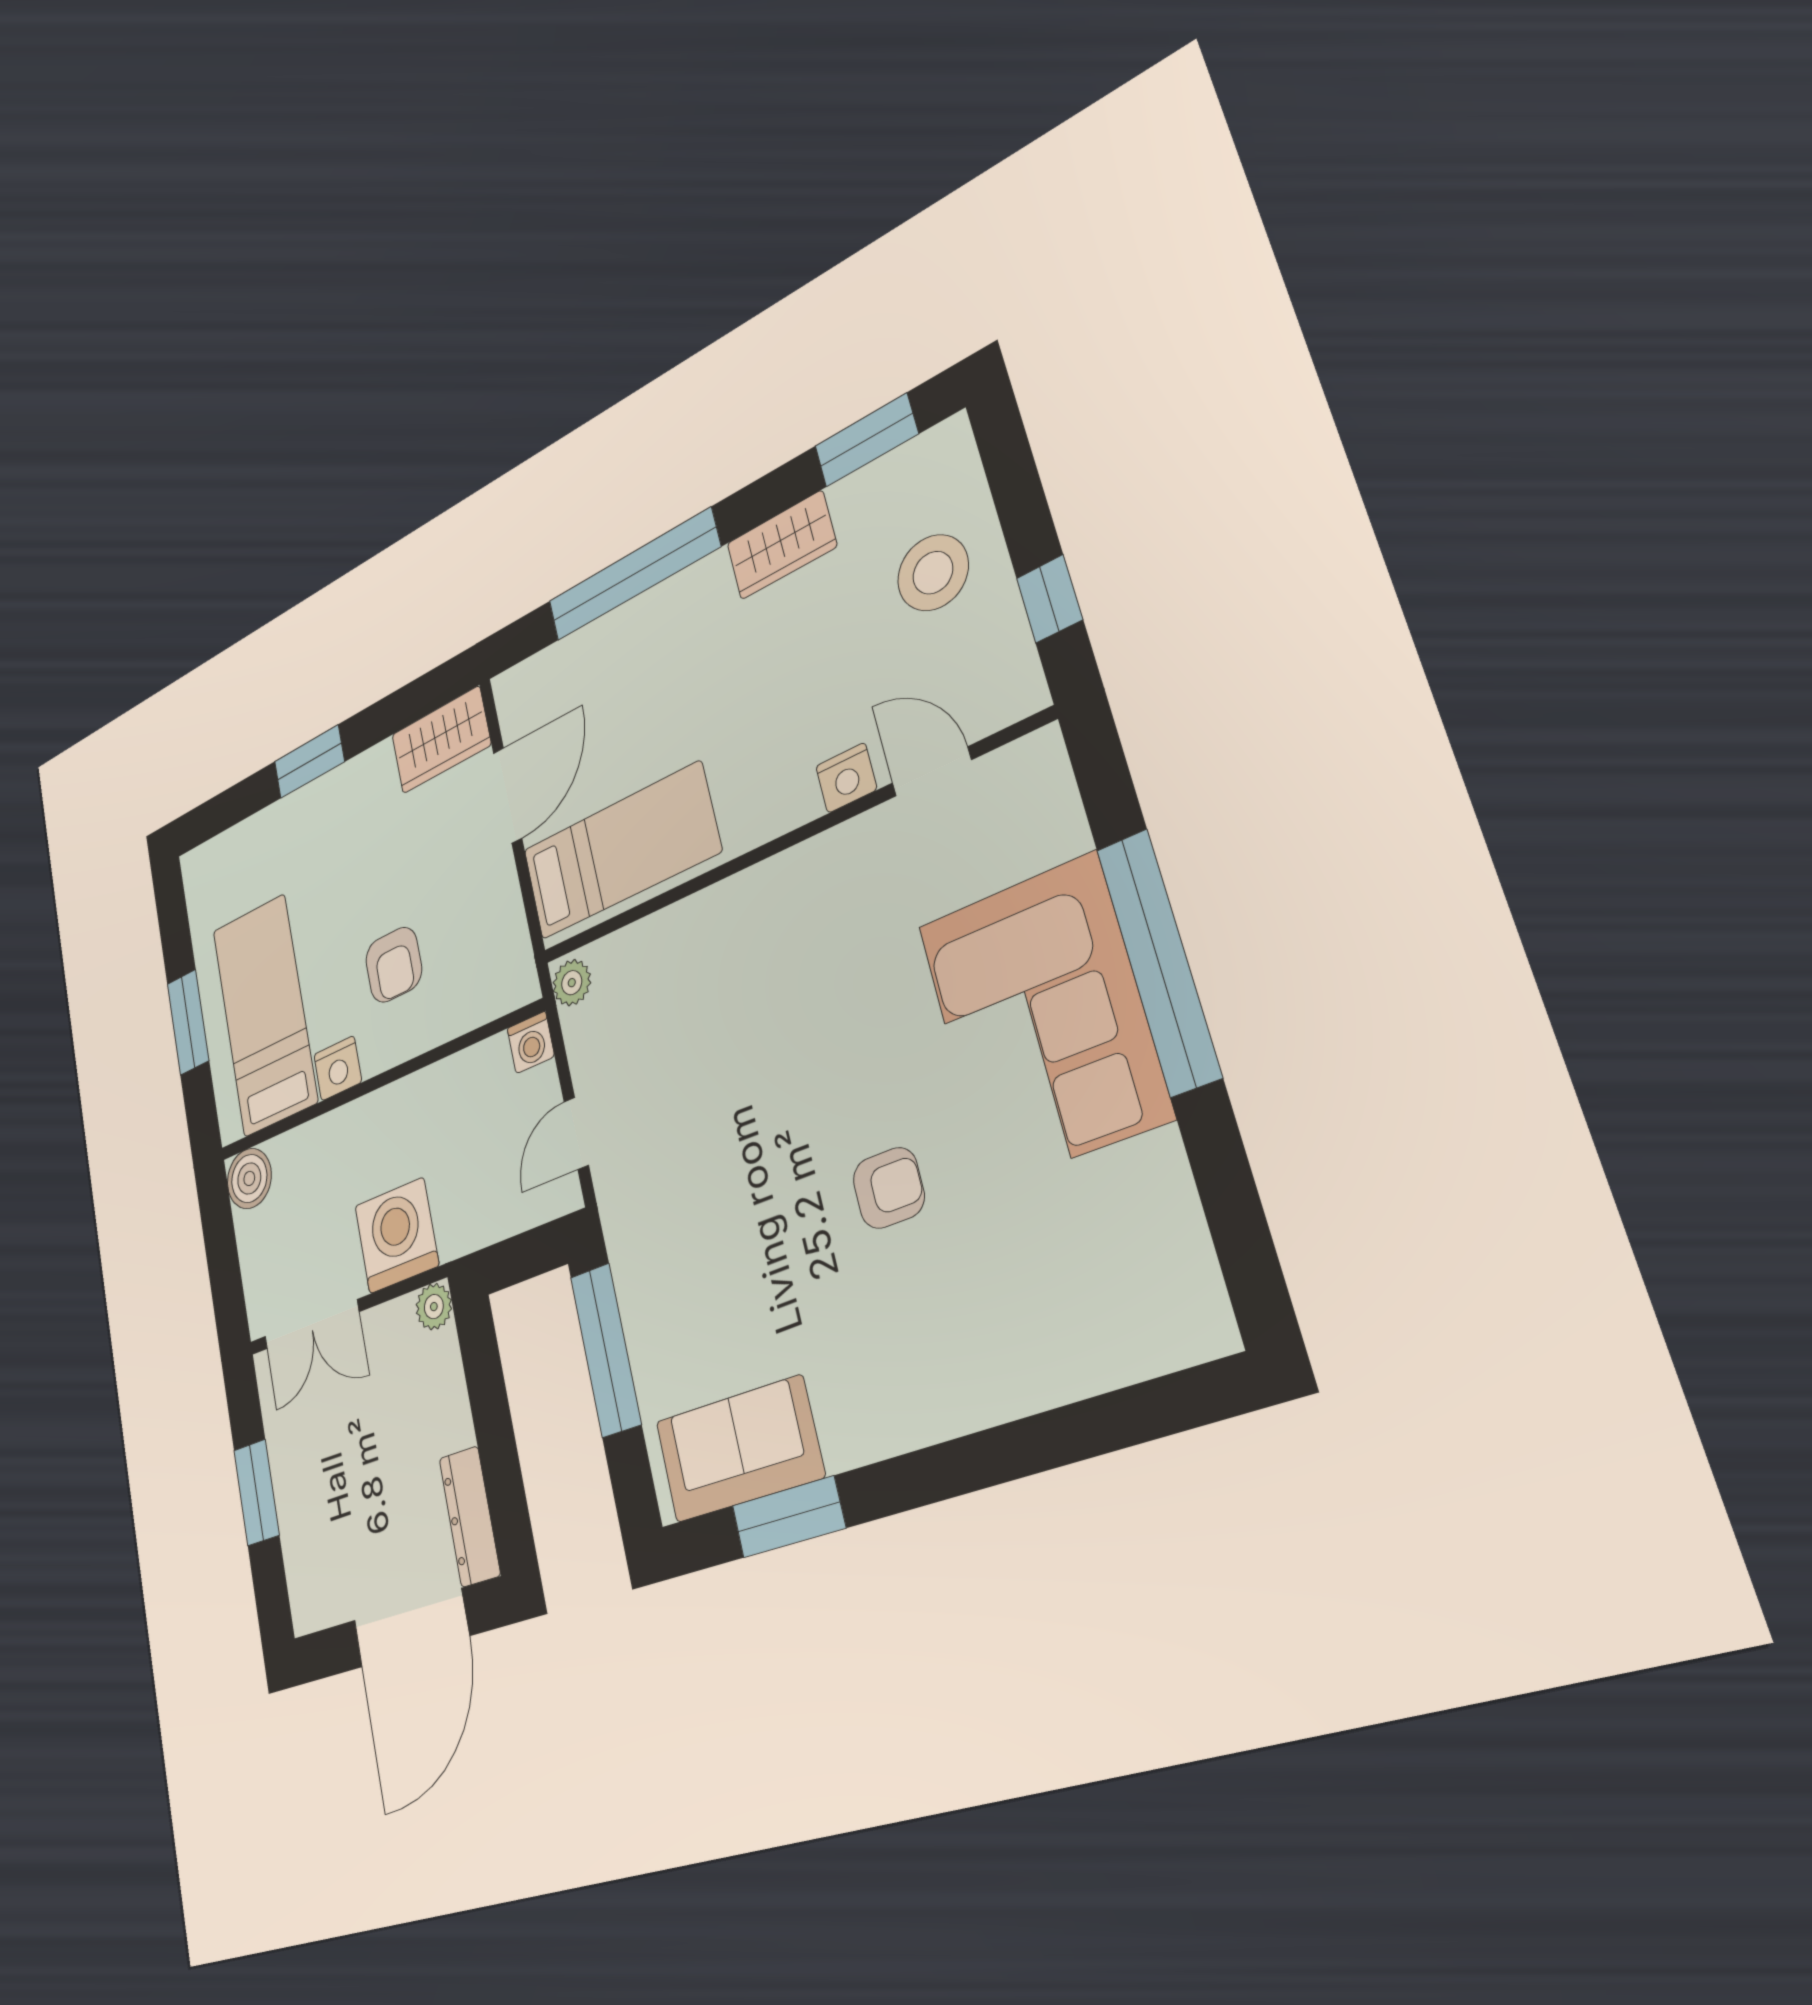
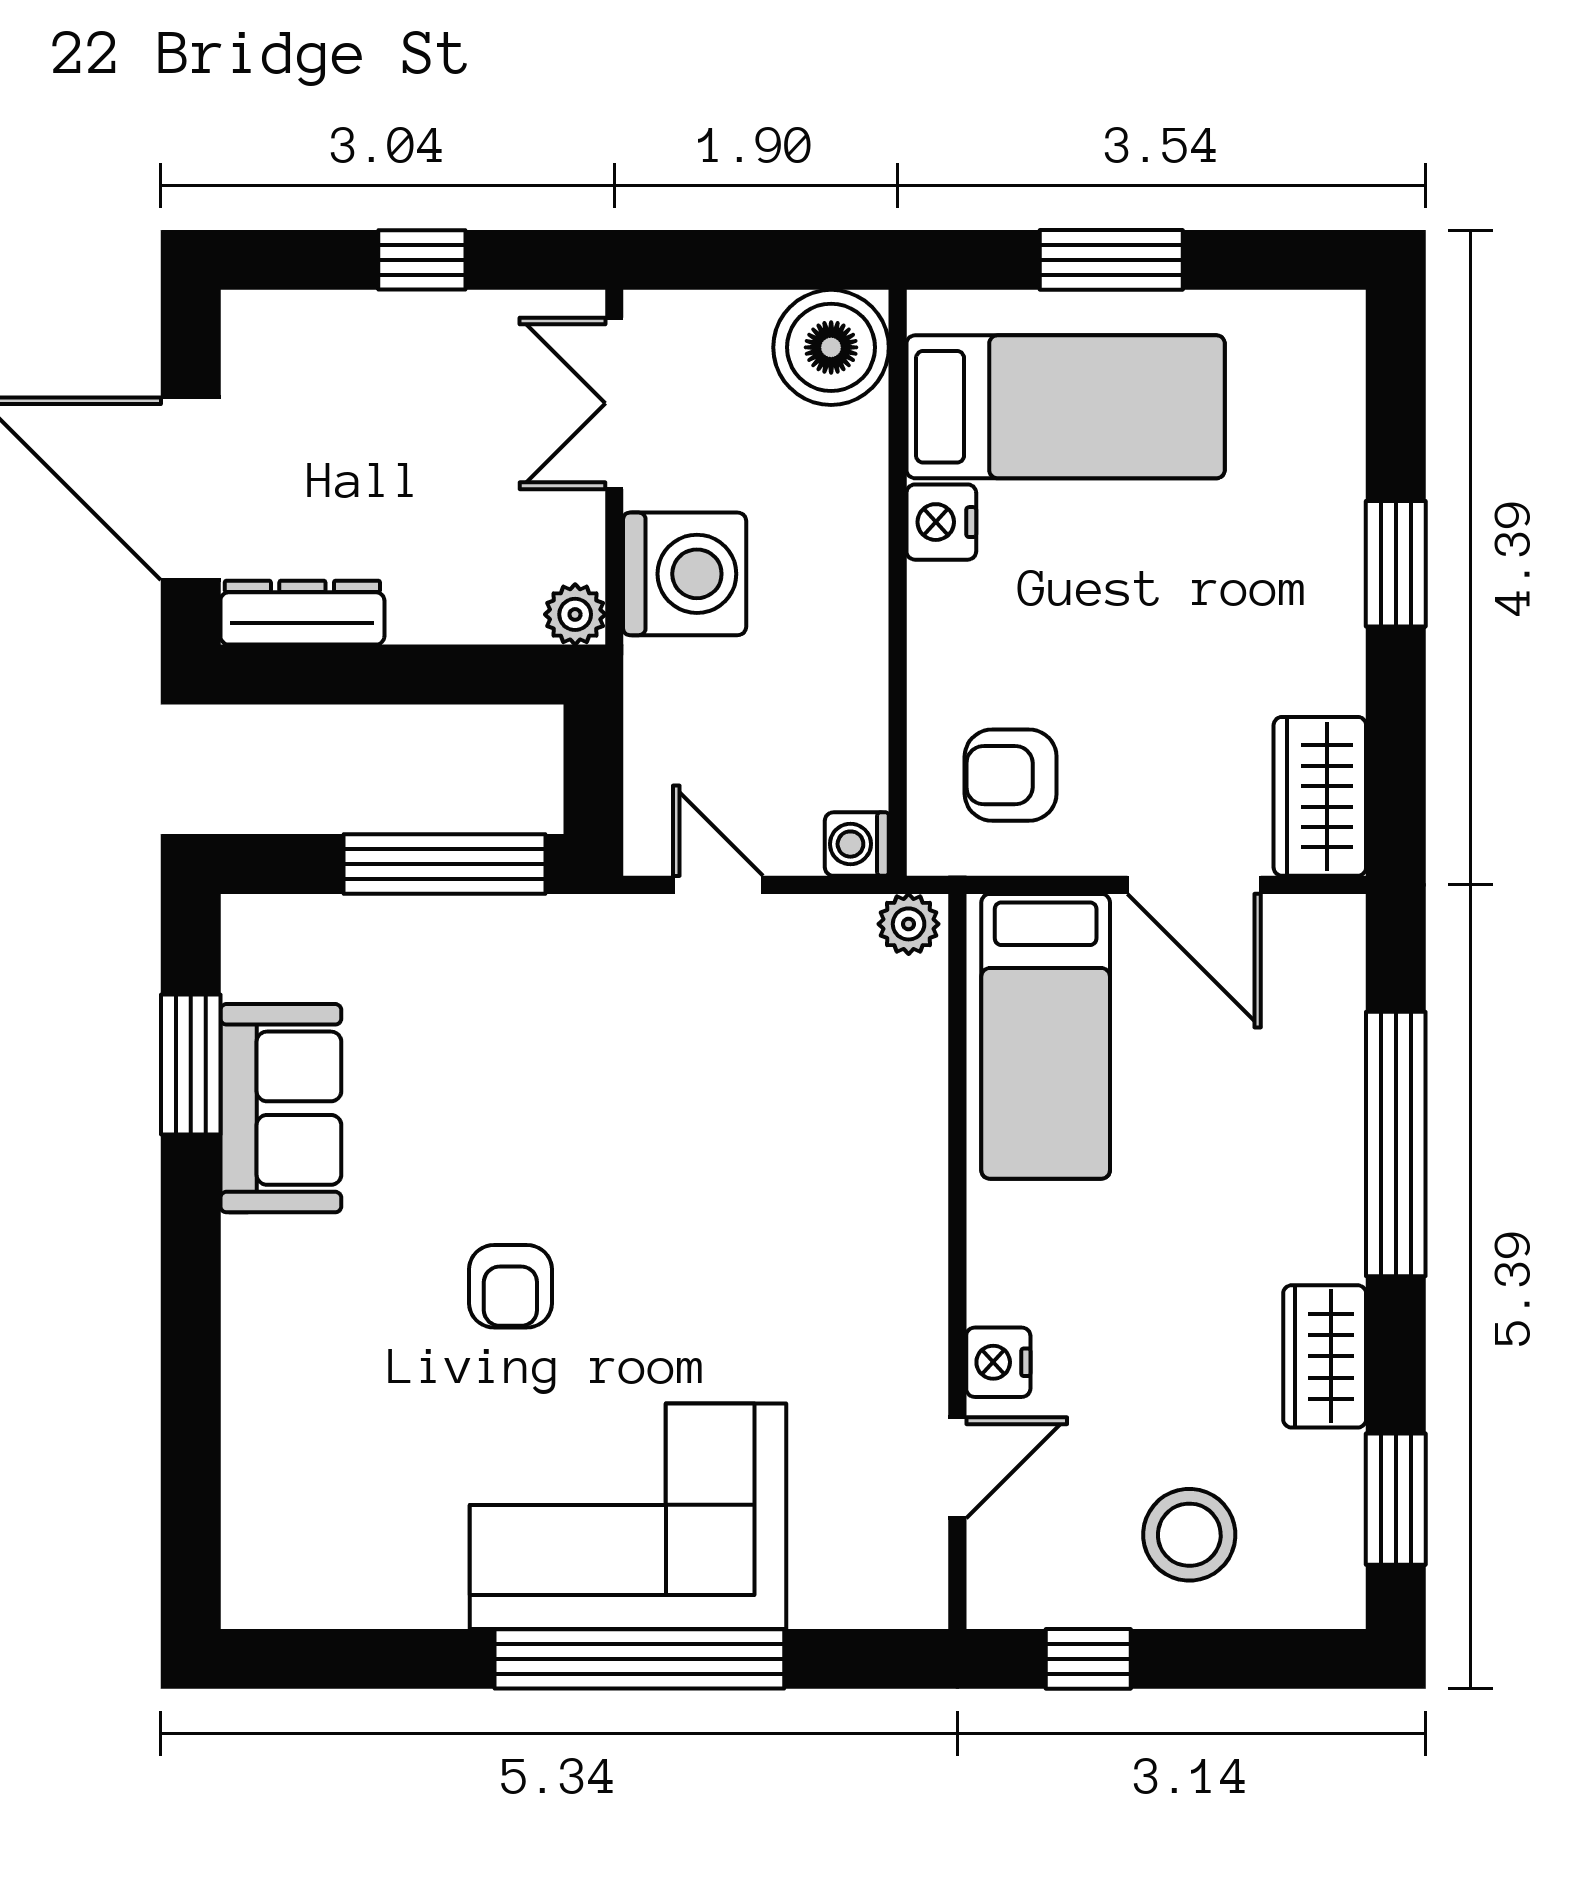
armchair: (394, 965) -> (1011, 775), moved
boiler: (249, 1178) -> (831, 347), width x1.37, depth x1.37
sofa: (739, 1449) -> (281, 1108), moved
window: (257, 1492) -> (422, 260), width x0.67

